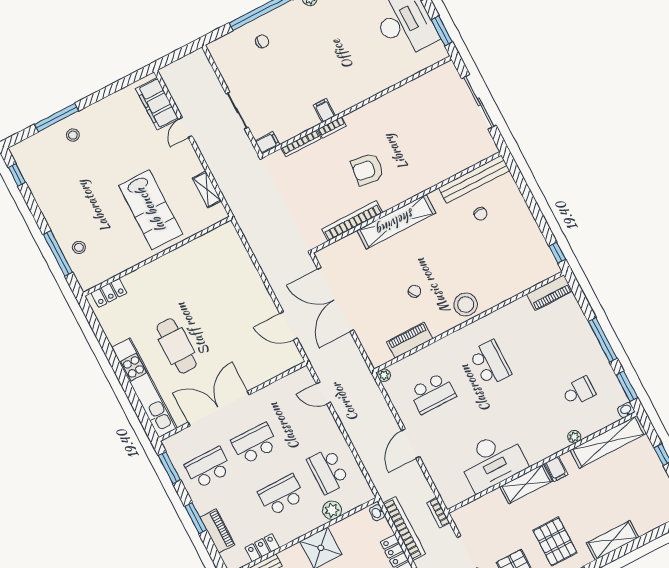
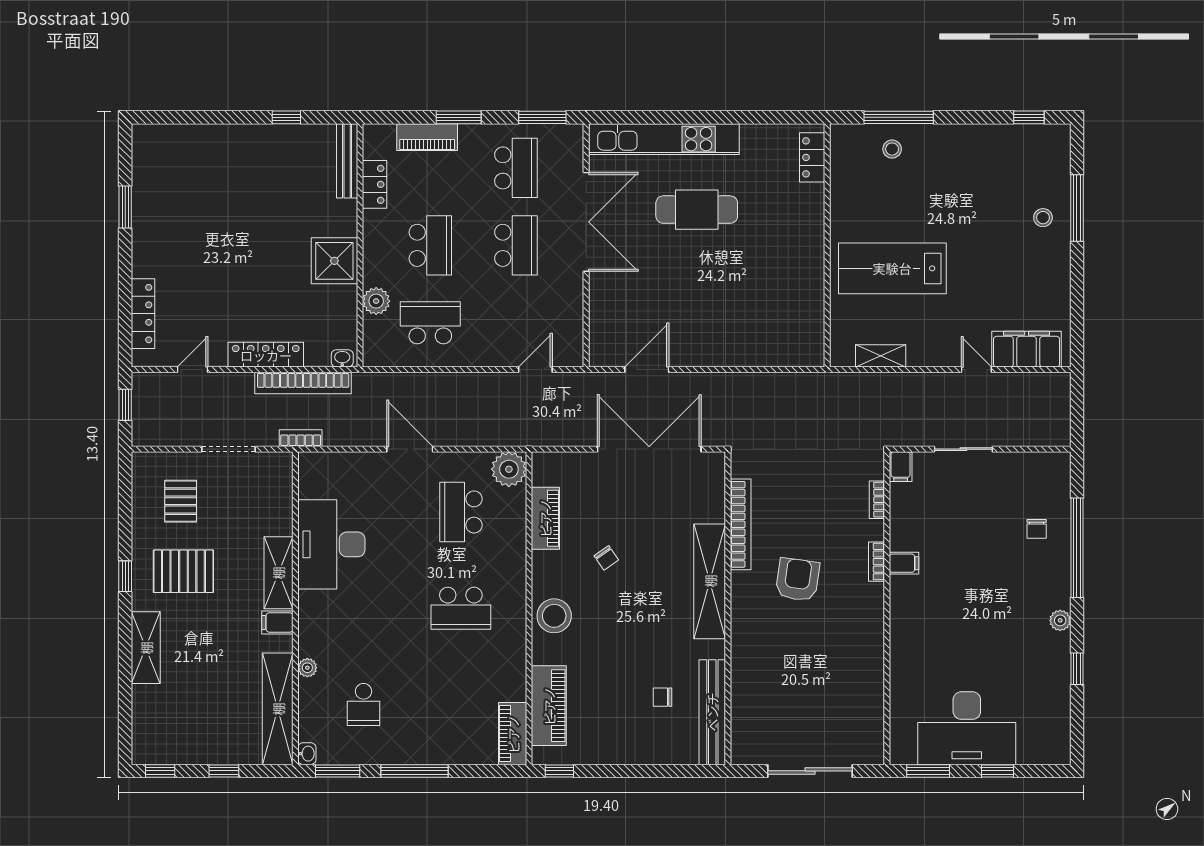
bookcase: (301, 143) -> (877, 500), width x0.64
piano: (521, 279) -> (549, 706), added
plant: (384, 375) -> (509, 469), width x1.88, depth x1.88

